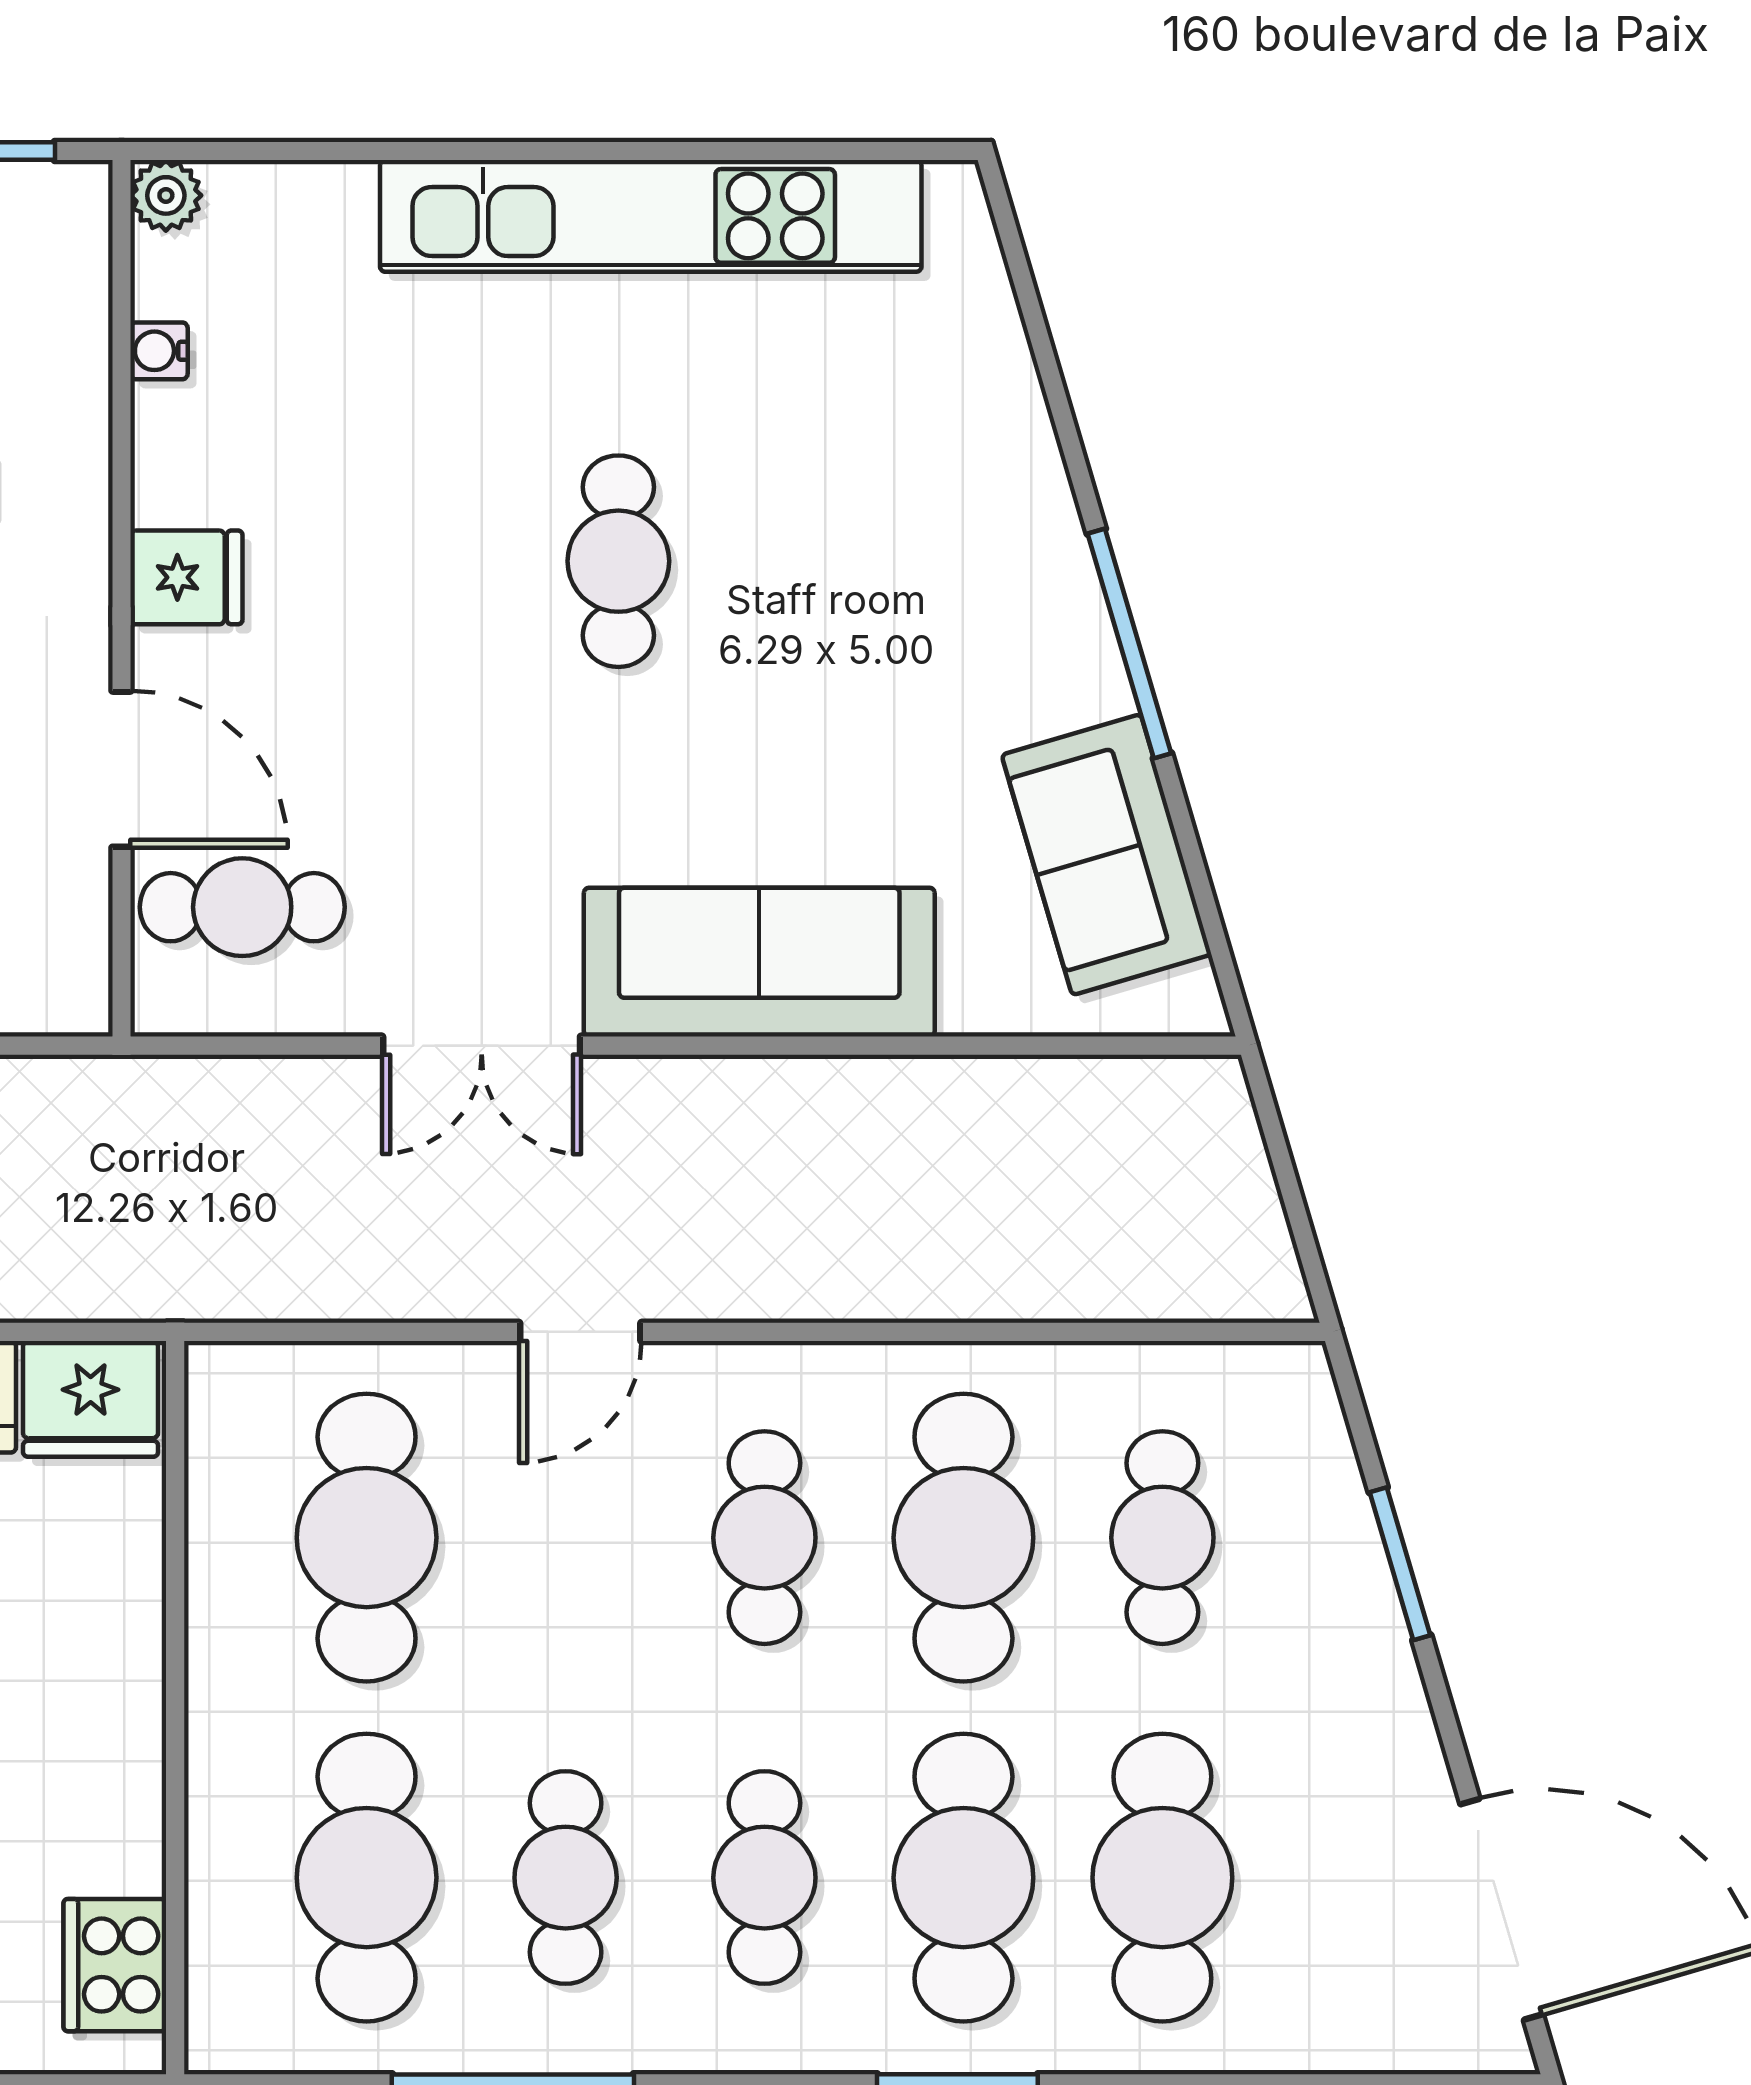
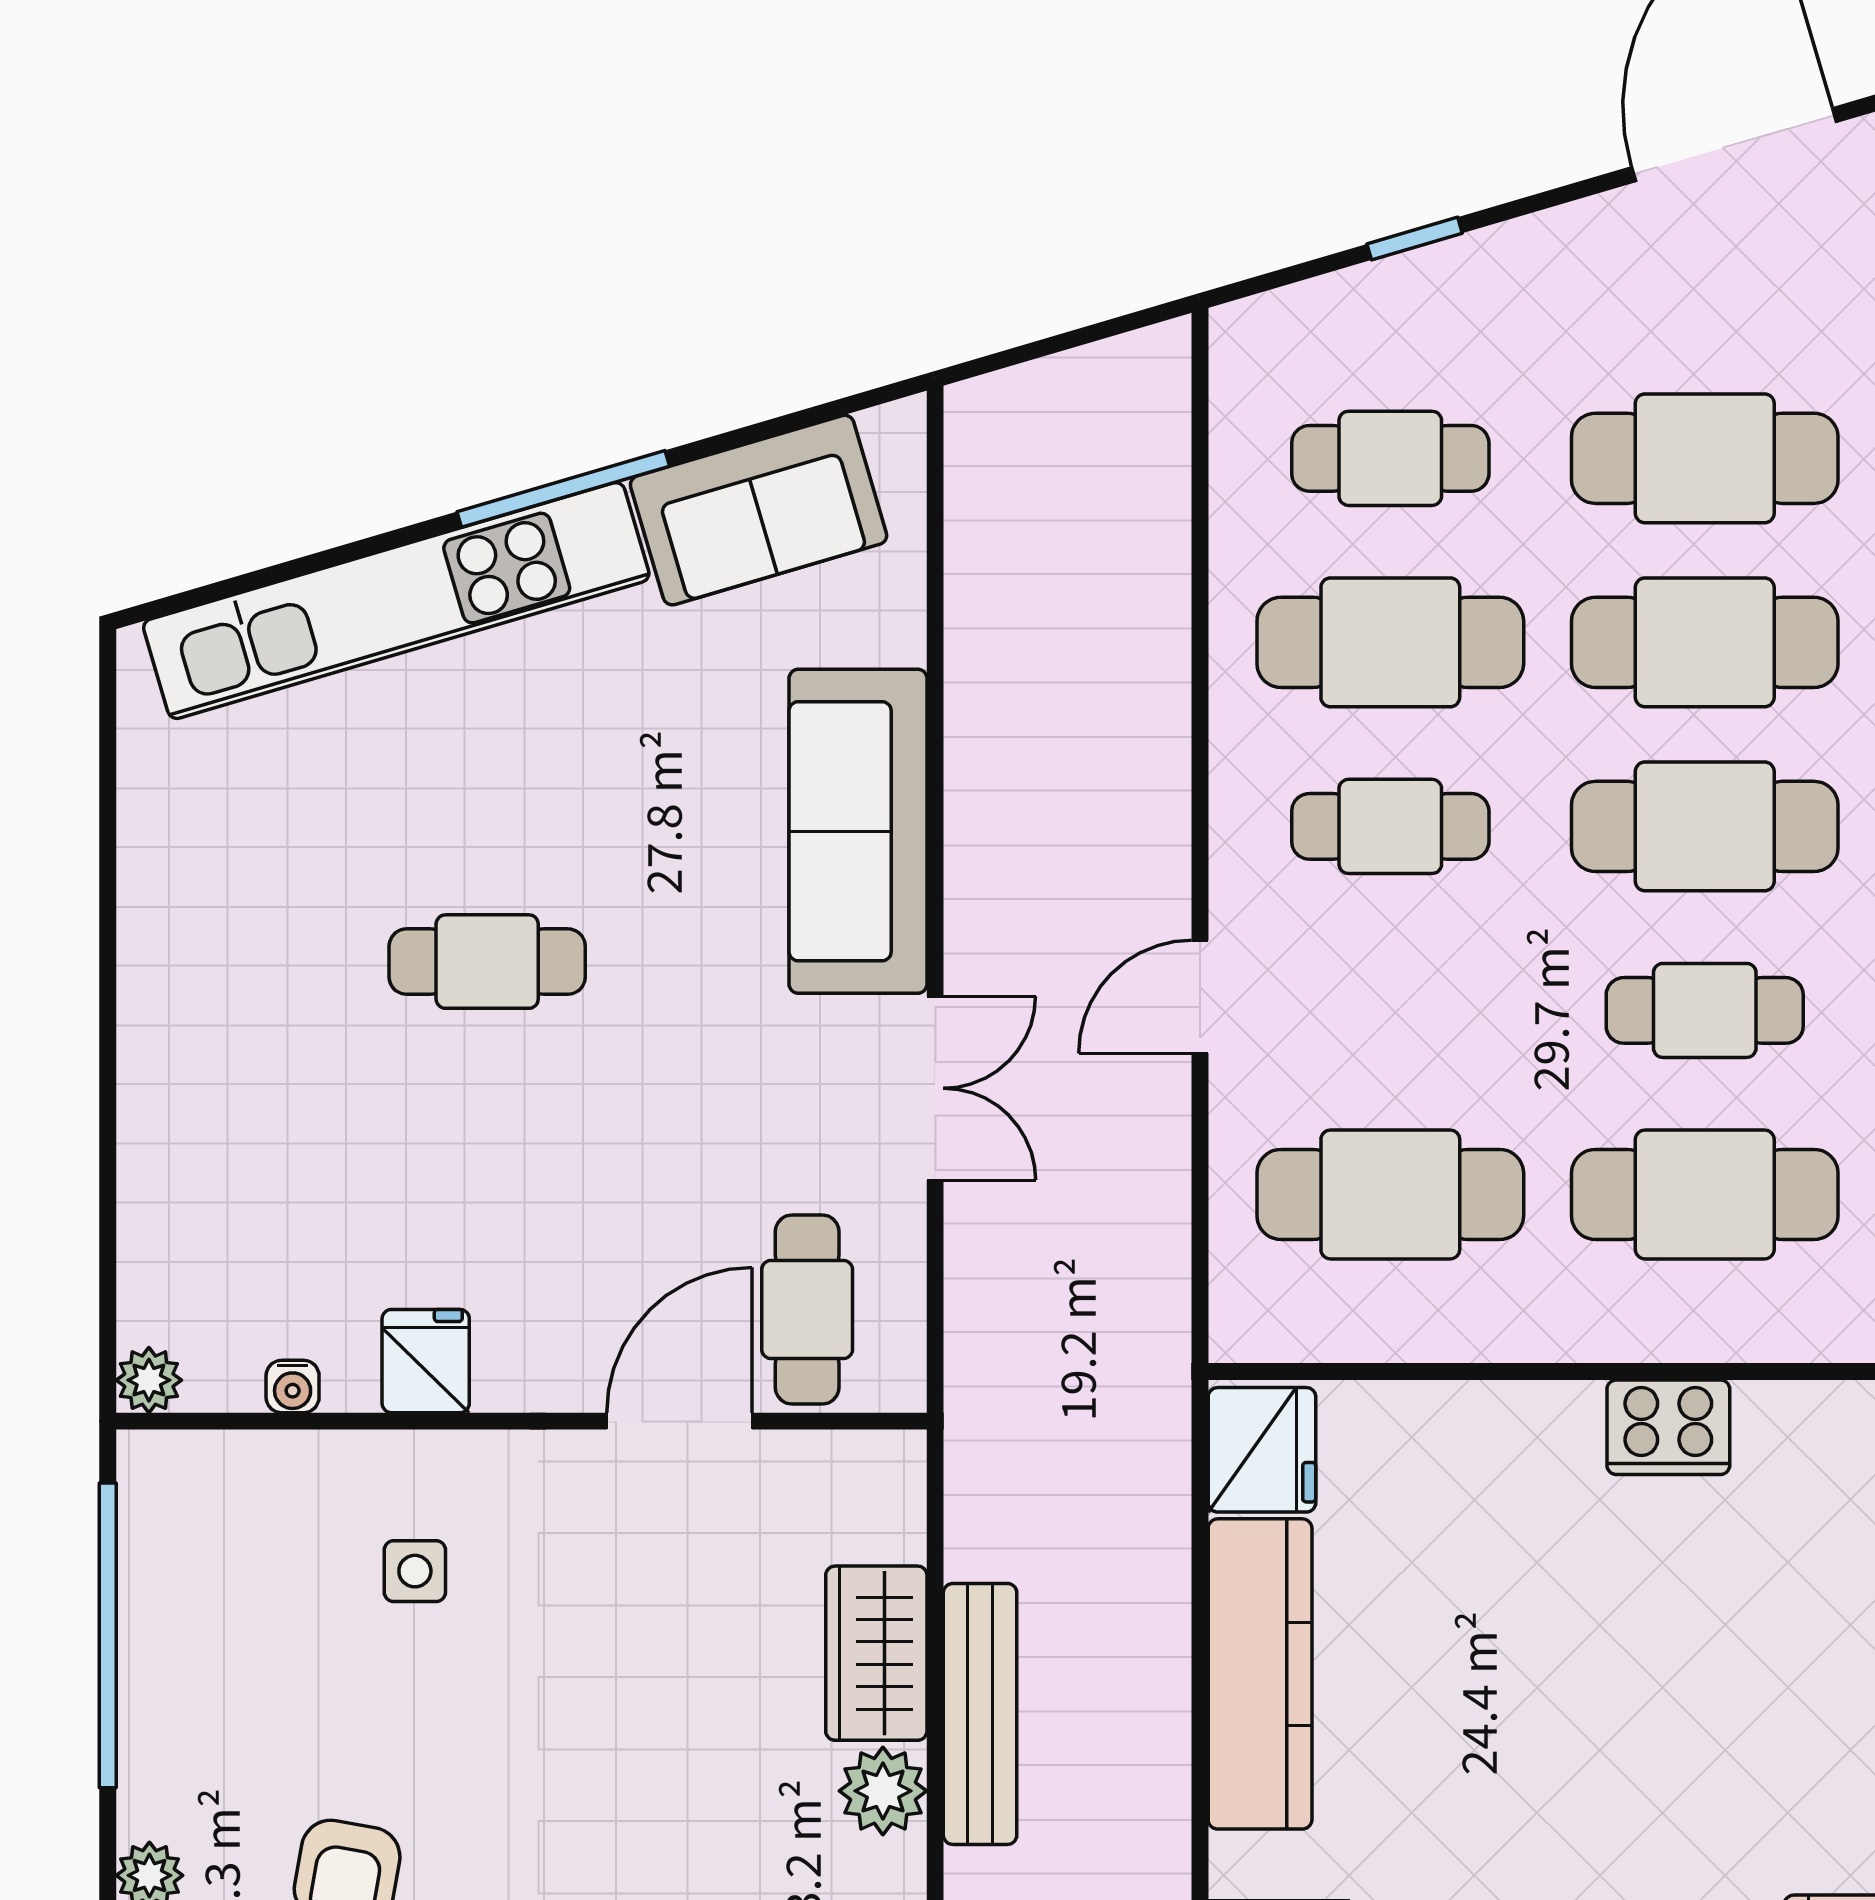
kitchen unit: (651, 216) -> (396, 601), moved, turned 74
fridge: (186, 577) -> (426, 1361), moved
door: (580, 1332) -> (1200, 997), swing flipped
window: (1400, 1564) -> (1415, 239), width x0.67
cafe table: (764, 1878) -> (1705, 826), width x1.37, depth x1.35
cooker: (115, 1965) -> (1668, 1427), moved

